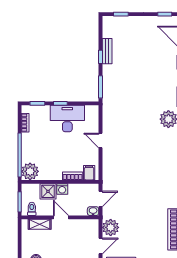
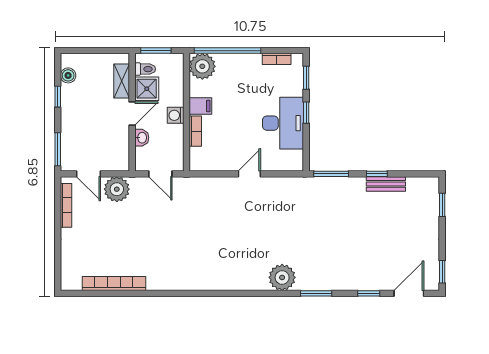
filing cabinet: (89, 173) -> (200, 106), moved
shower: (48, 191) -> (147, 89), moved
washbasin: (93, 211) -> (142, 138), moved

